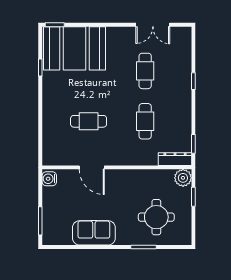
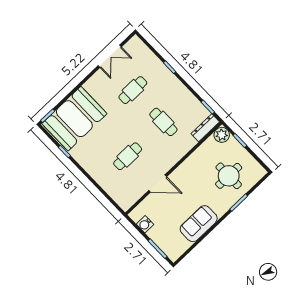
cafe table: (145, 71) -> (133, 90), turned 90
water cooler: (49, 179) -> (145, 224), moved

